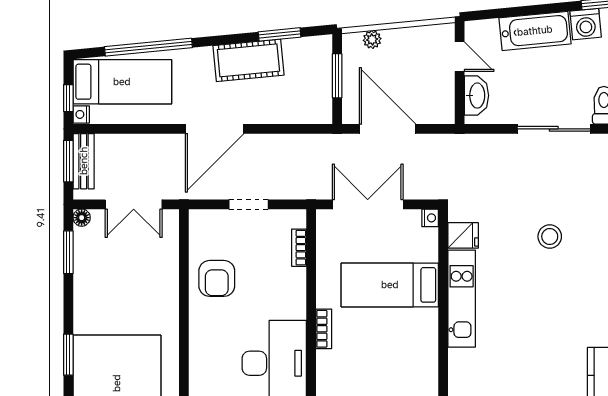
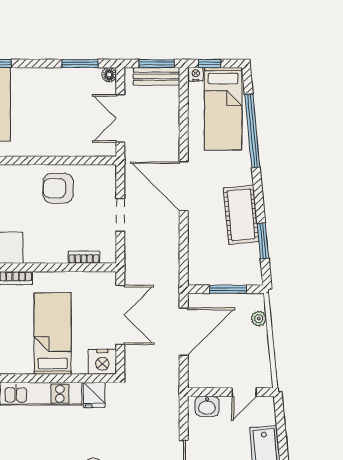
washbasin: (476, 96) -> (207, 406), width x0.72
nightstand: (430, 218) -> (102, 362), width x1.89, depth x1.79

